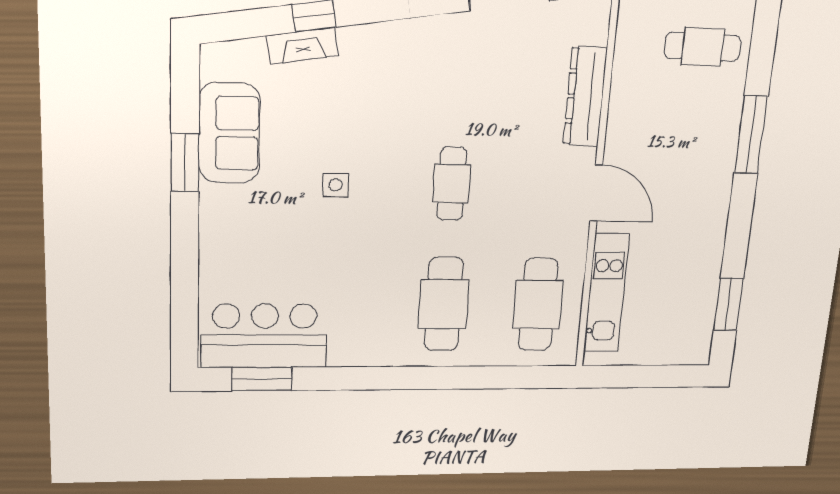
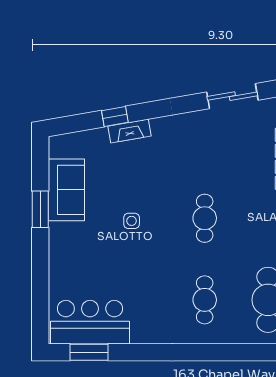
fireplace: (302, 46) -> (130, 131), moved
cafe table: (444, 304) -> (205, 300), width x0.73, depth x0.74

